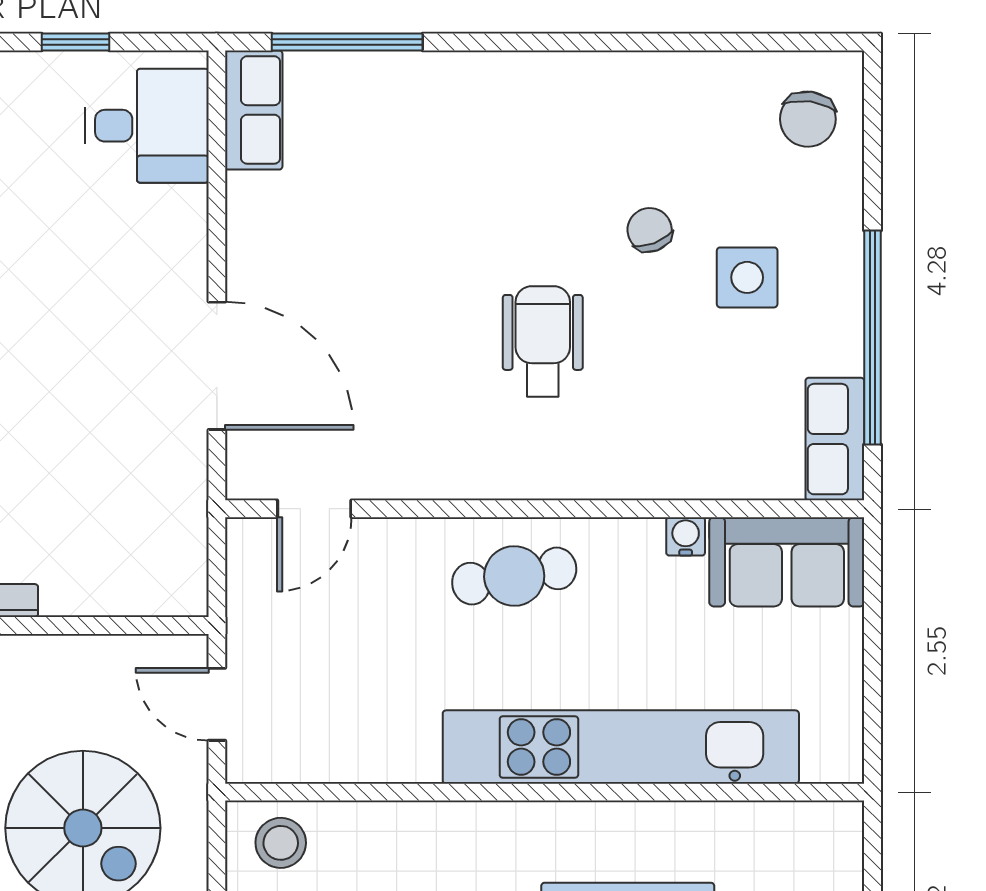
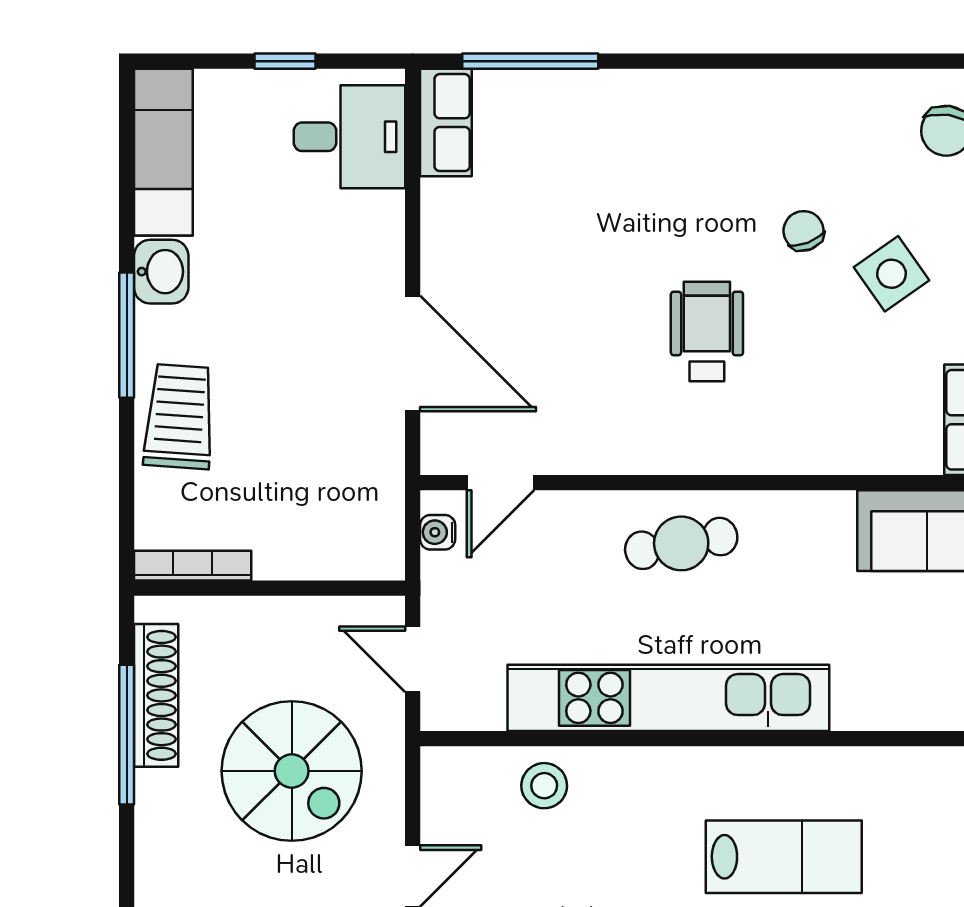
side table: (747, 277) -> (892, 274), turned -35
water cooler: (686, 536) -> (438, 532), moved, turned -90
kitchen unit: (621, 747) -> (668, 698), moved
stool: (281, 843) -> (544, 786), moved

